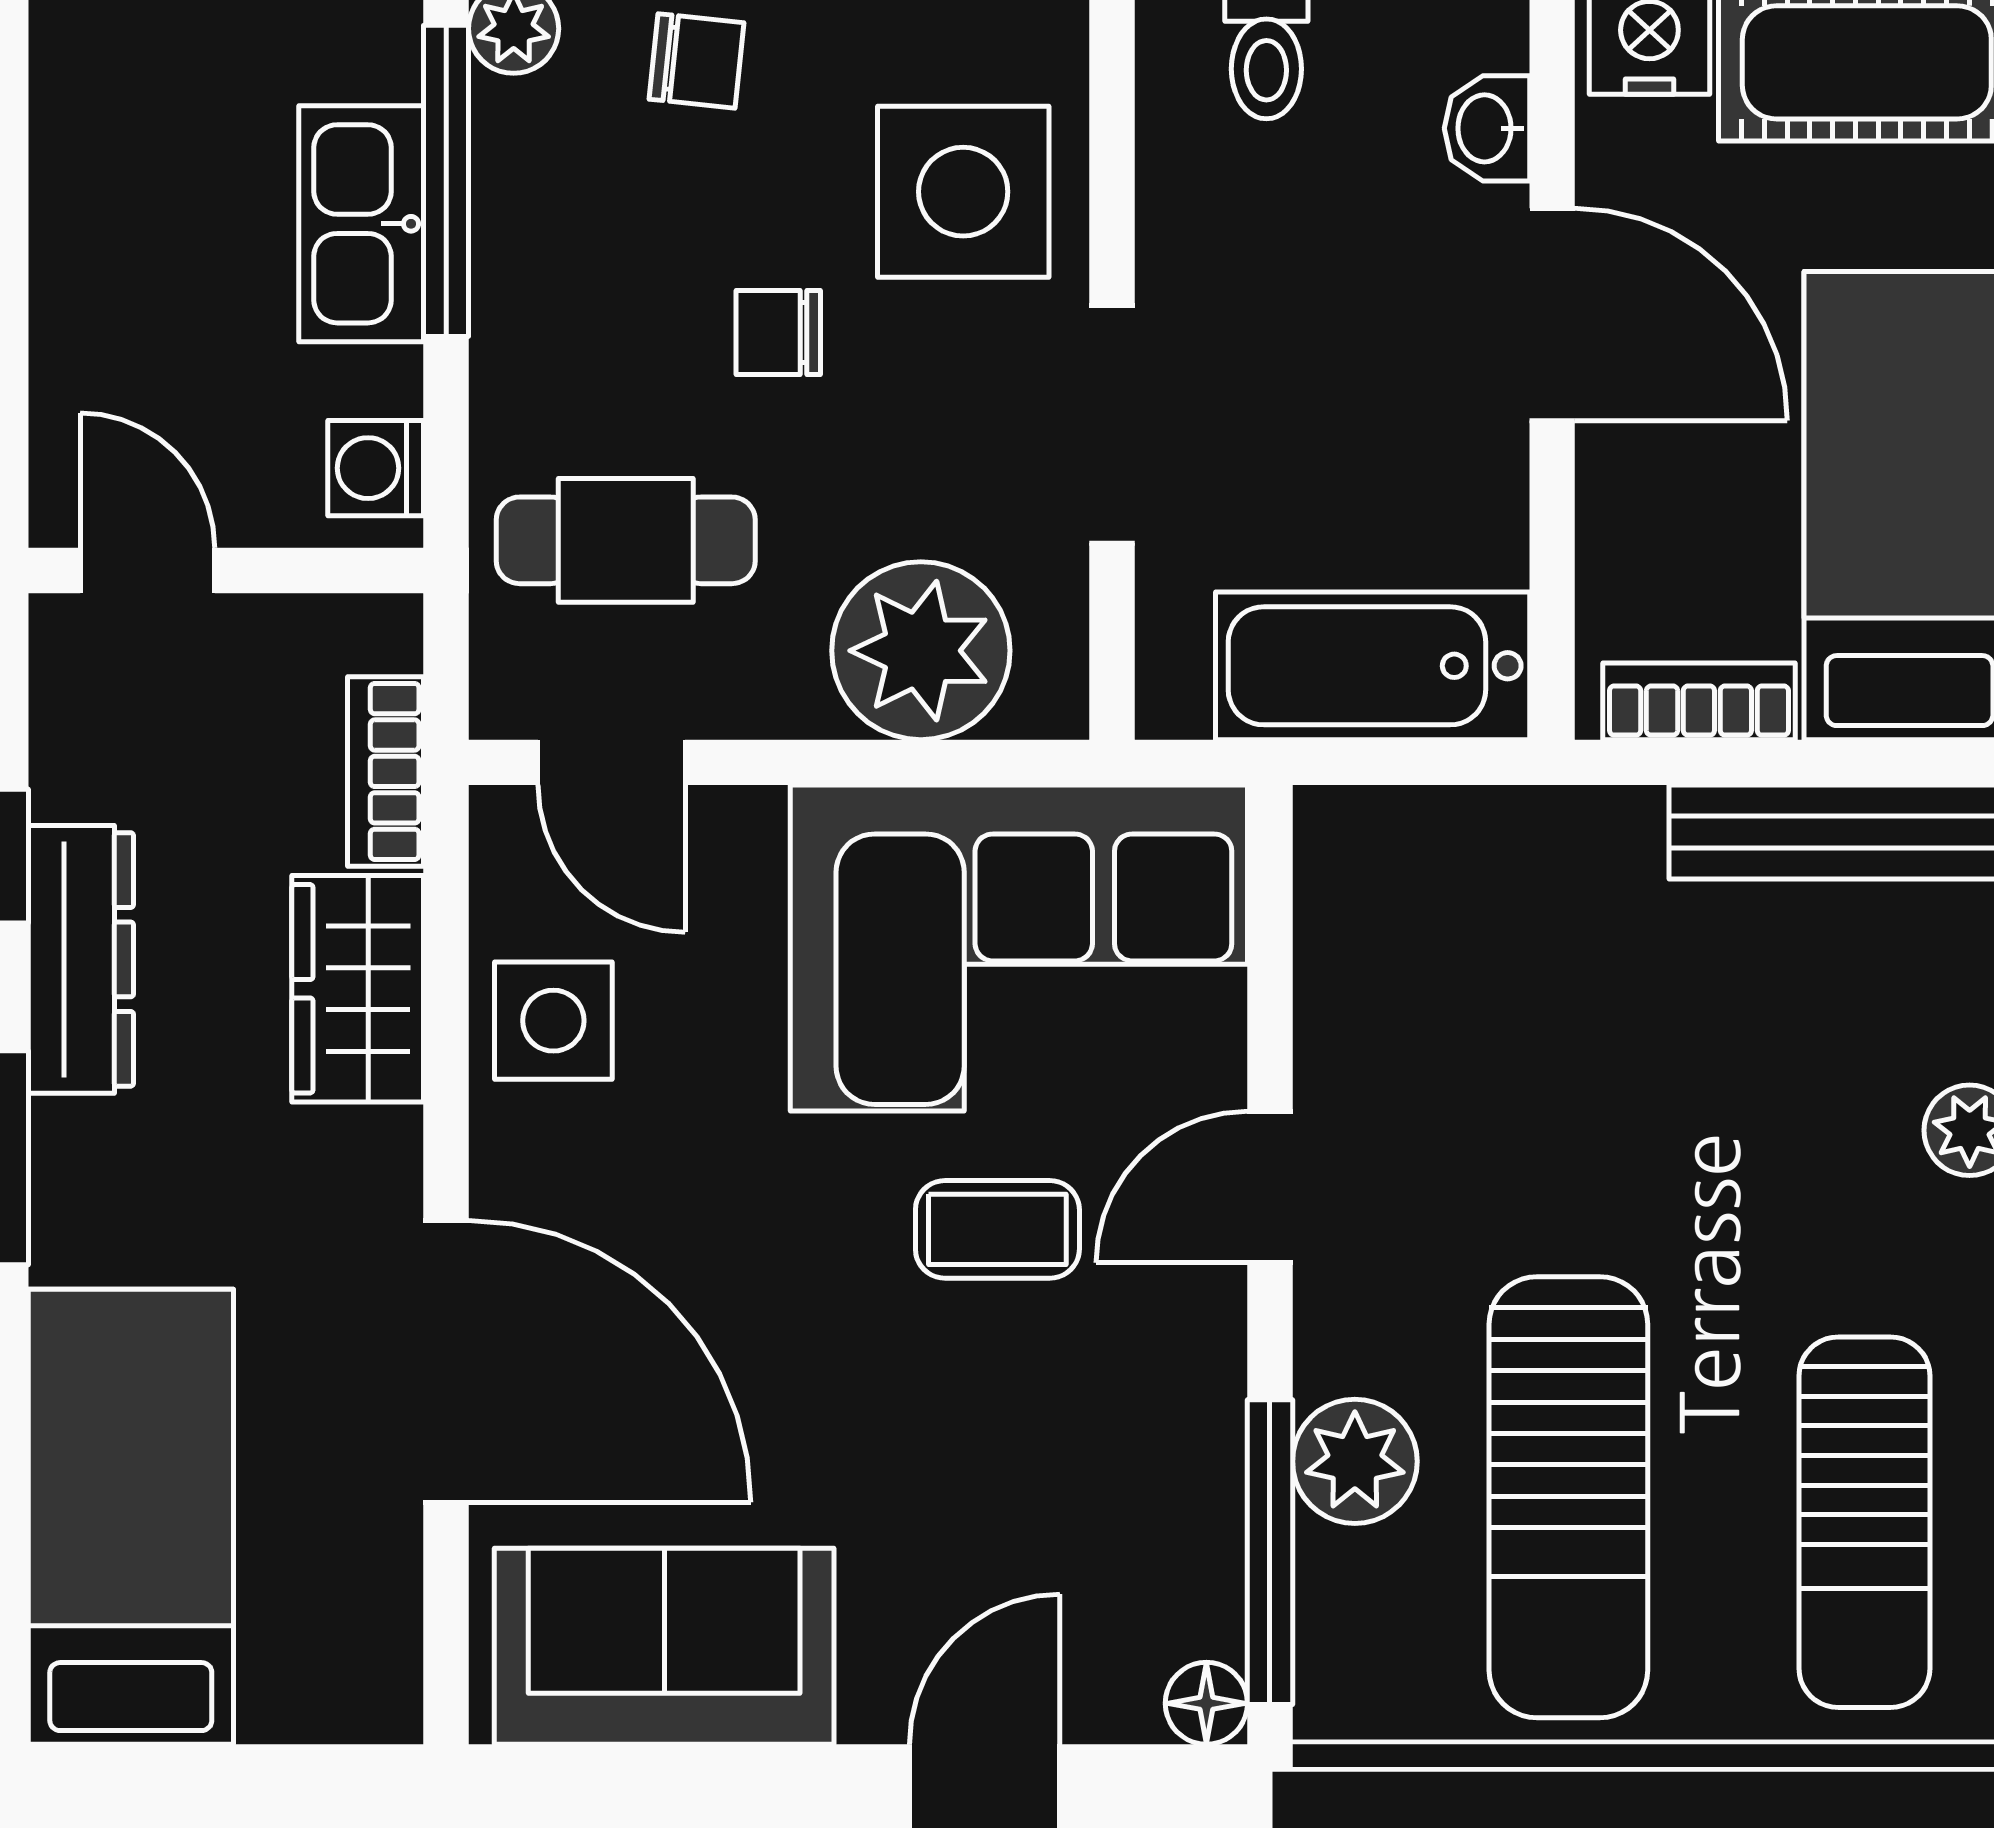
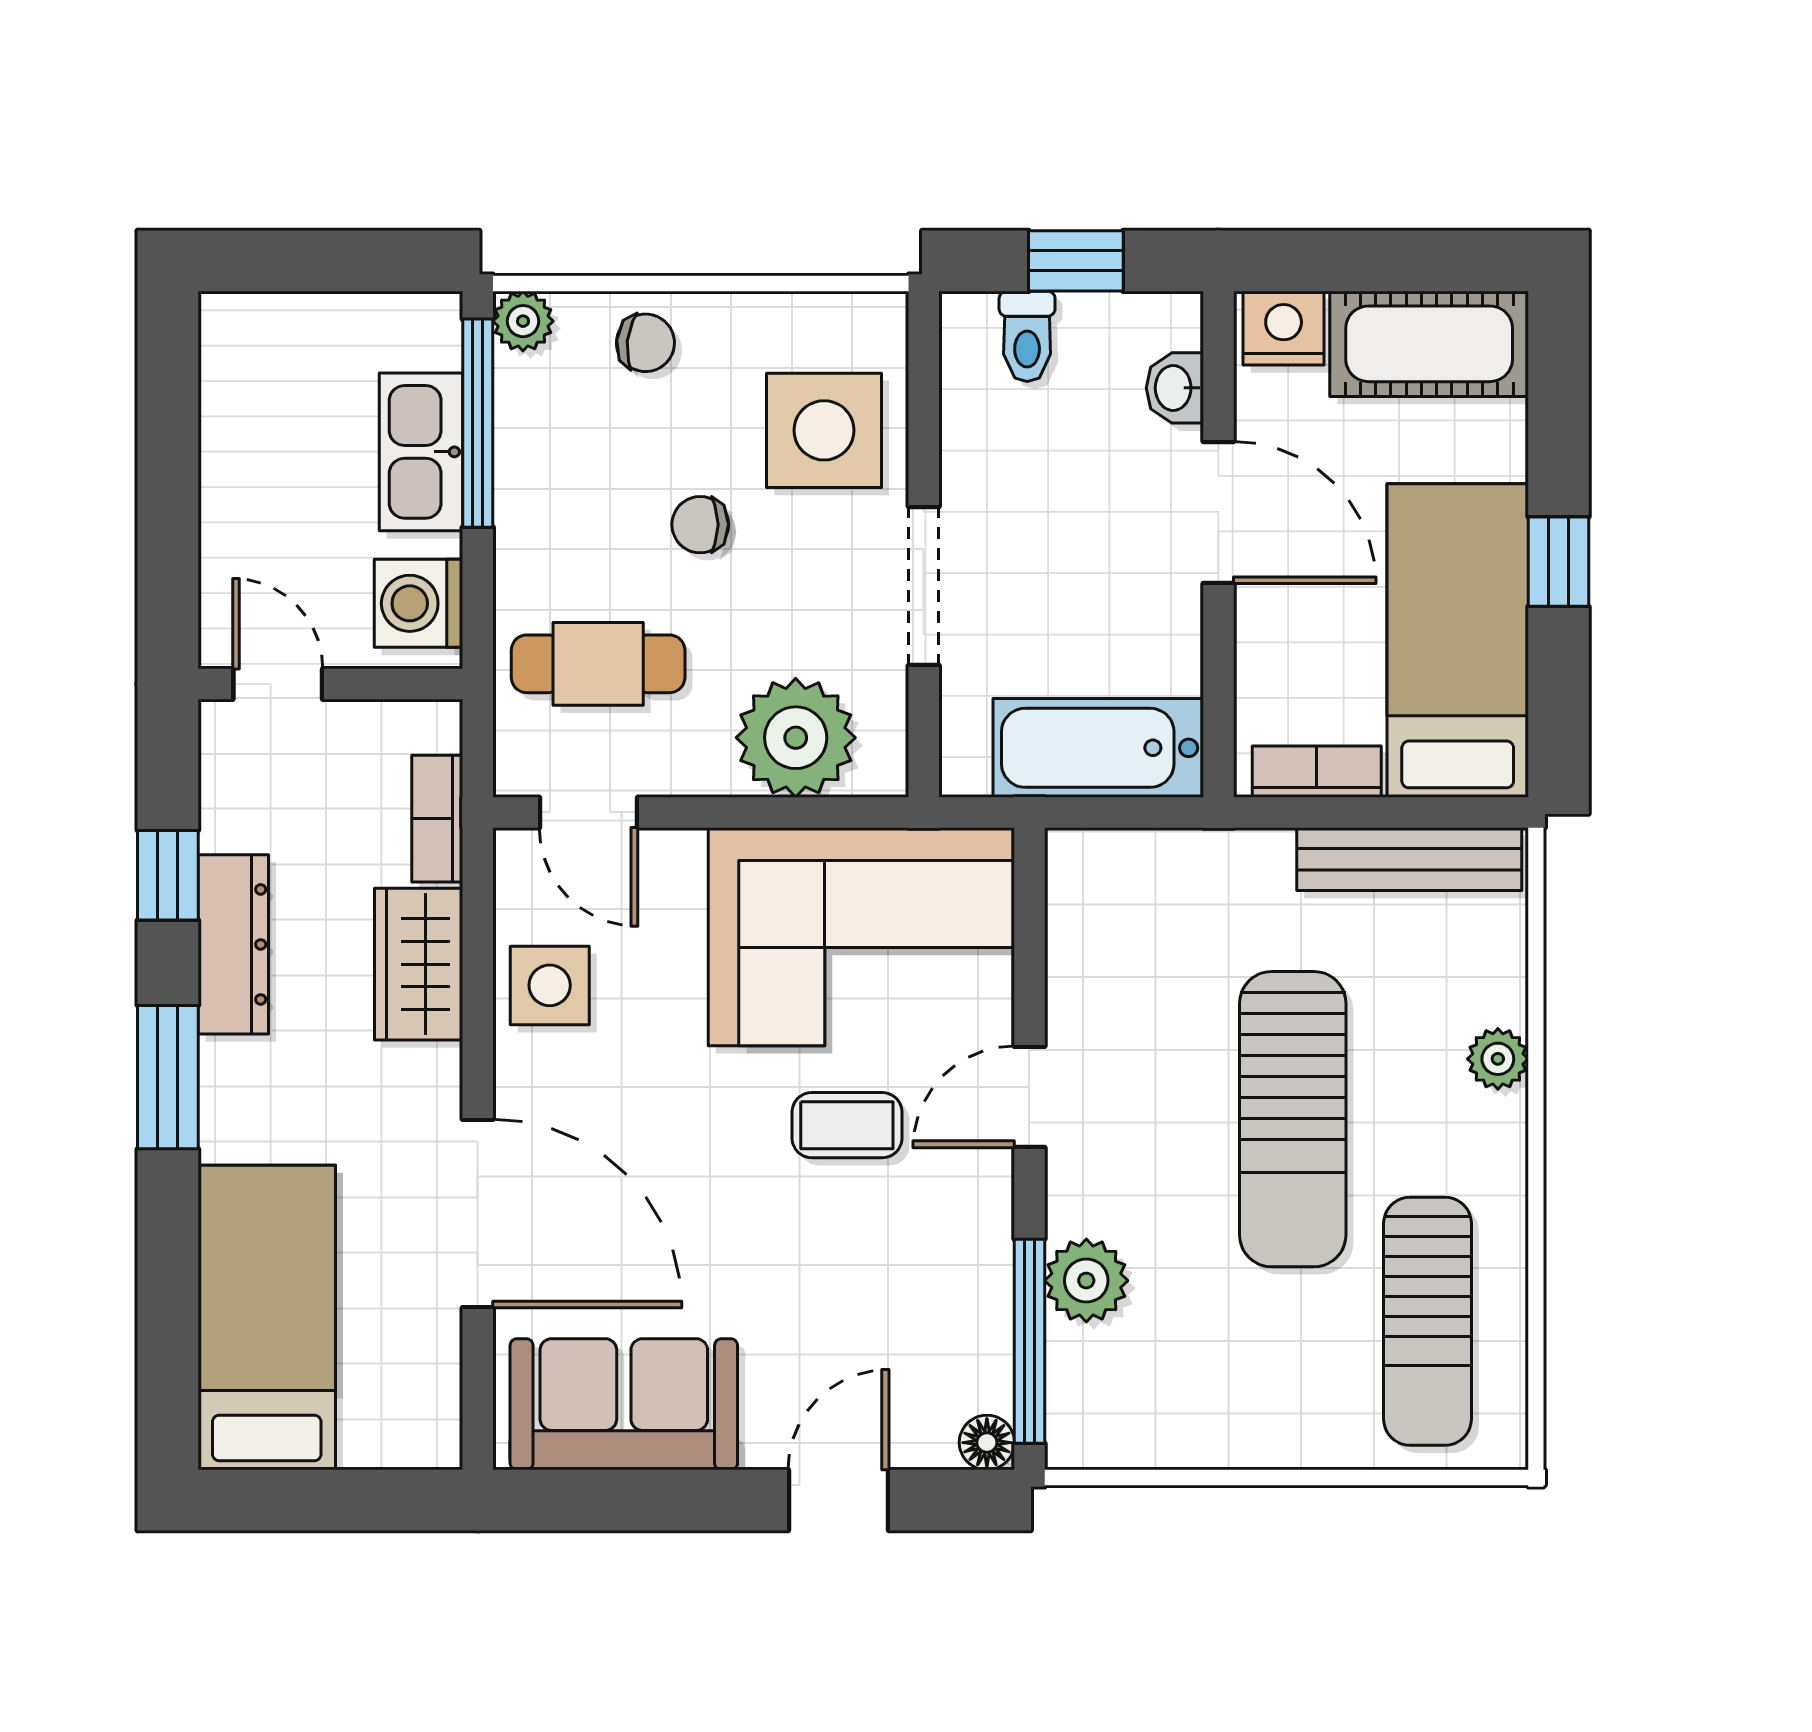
washing machine: (376, 468) -> (419, 603), width x1.38, depth x1.38
sun lounger: (1568, 1497) -> (1293, 1119), moved

